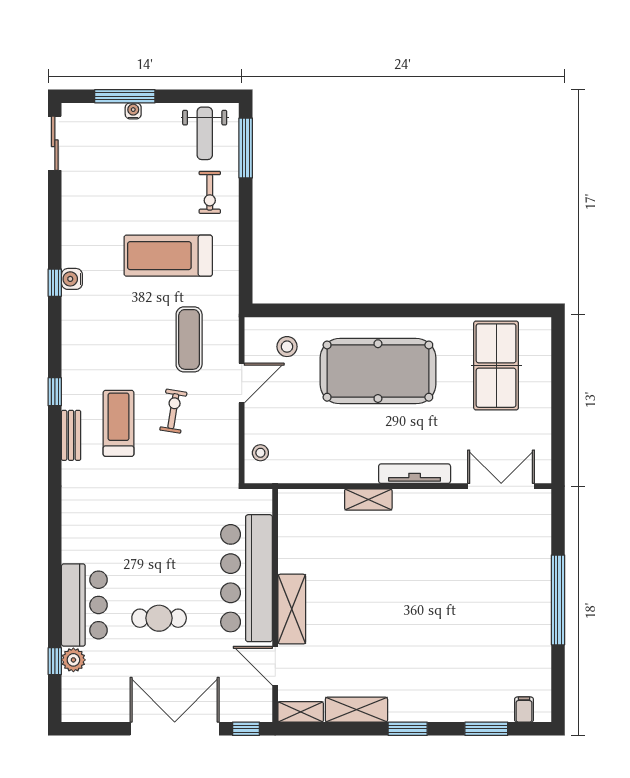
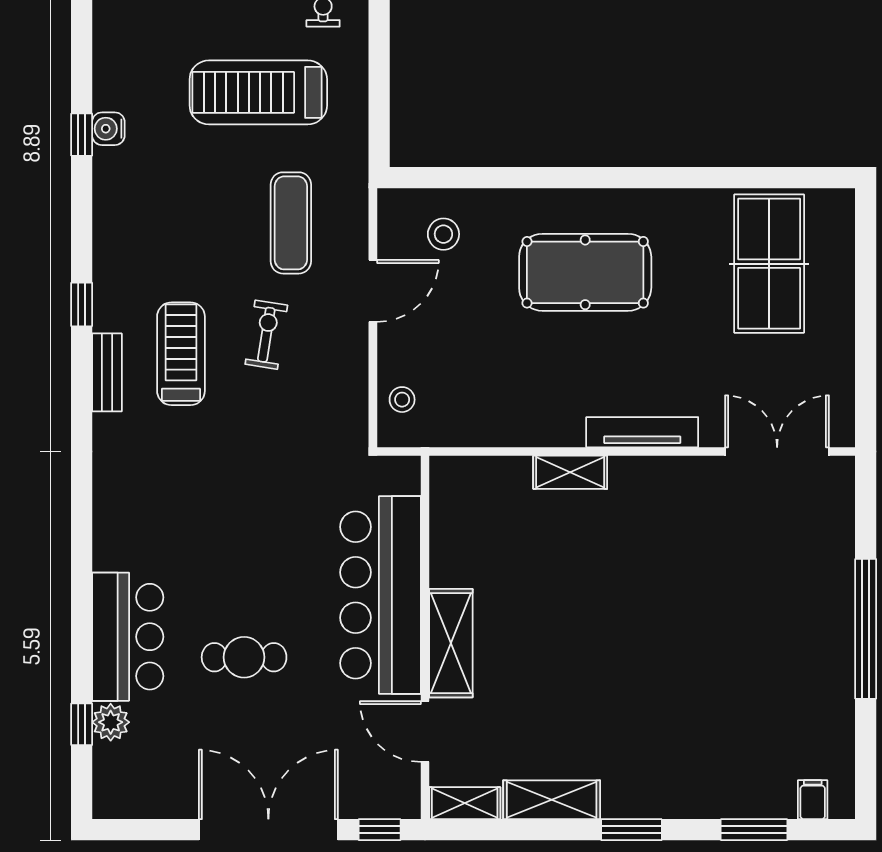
pool table: (378, 371) -> (585, 272), width x0.73, depth x0.76

